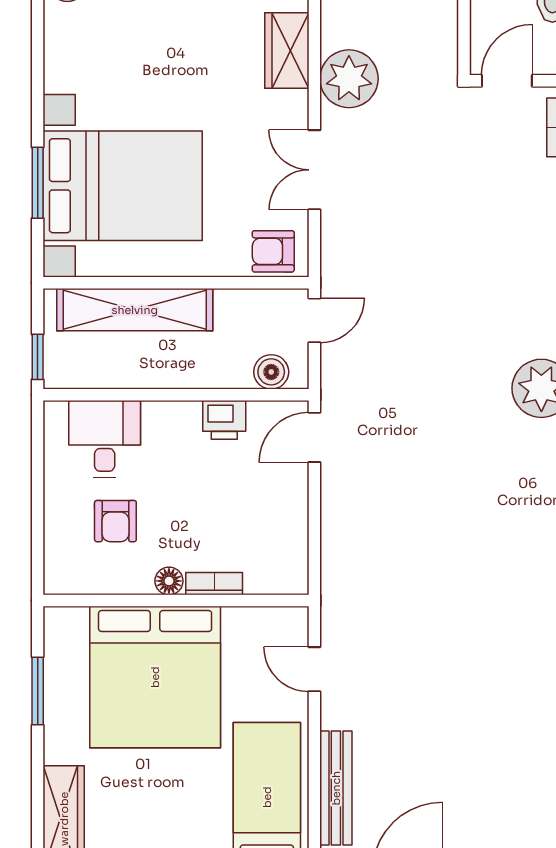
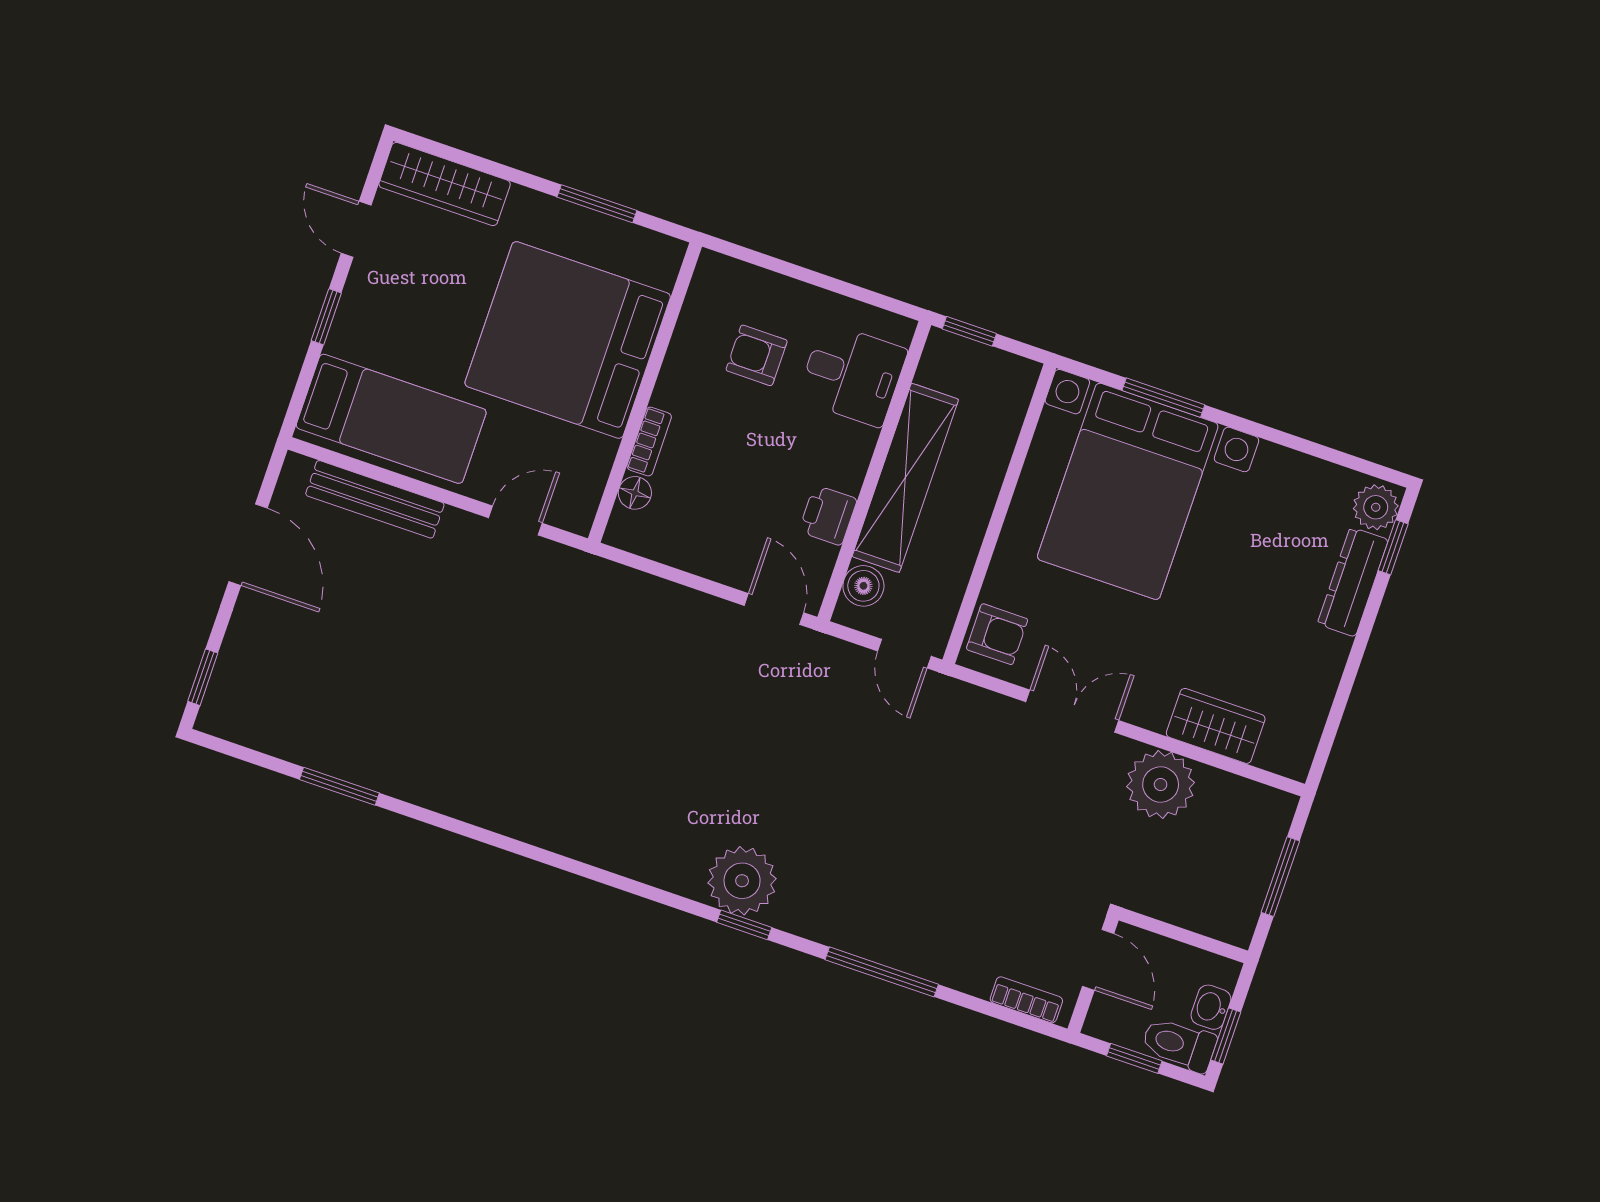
armchair: (273, 251) -> (997, 634), turned 90
shelving: (135, 310) -> (905, 478), moved
floor lamp: (169, 581) -> (635, 493), moved

